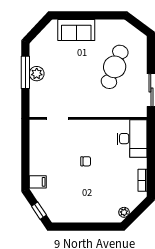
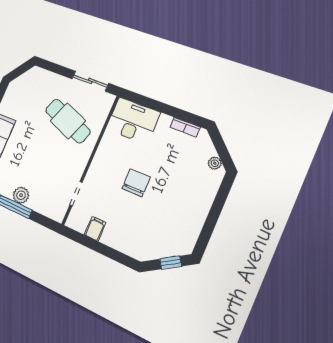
cafe table: (115, 67) -> (68, 121), moved
chair: (86, 161) -> (136, 183), width x1.87, depth x1.87
filing cabinet: (38, 182) -> (95, 229), moved

